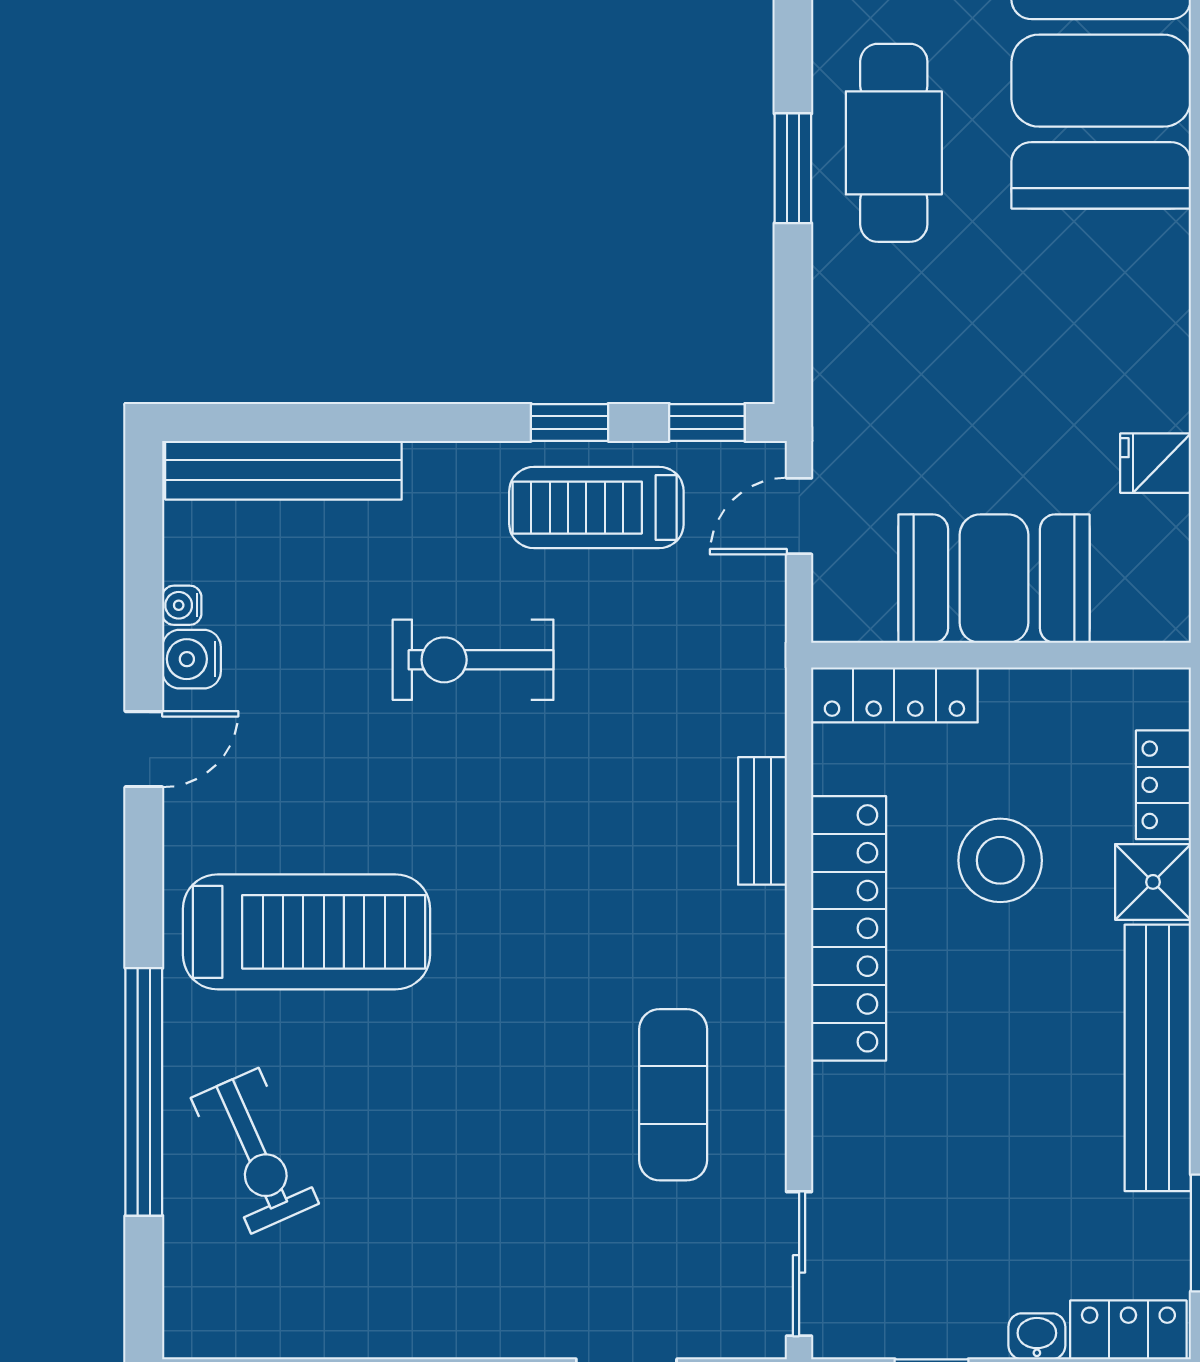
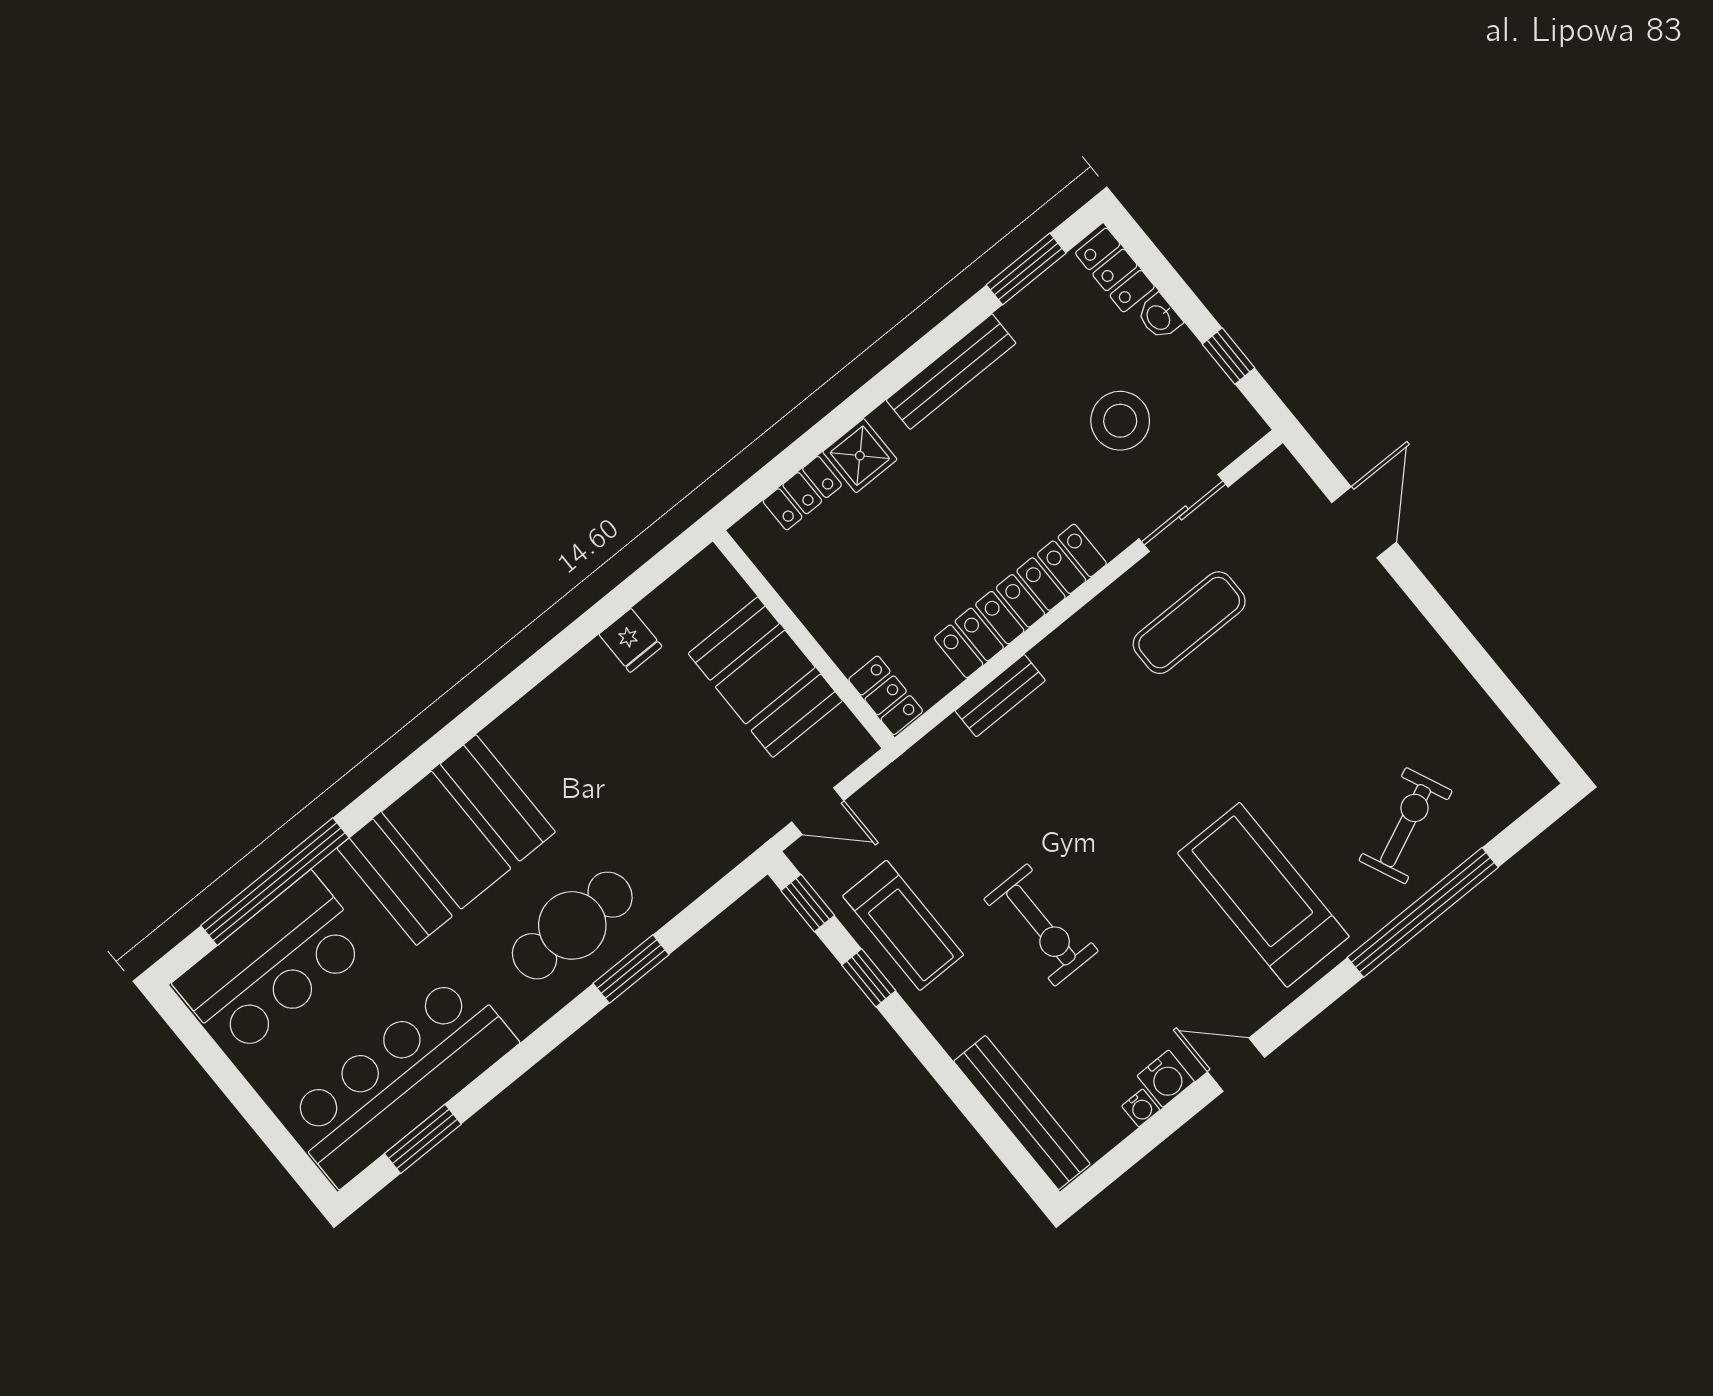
locker: (894, 695) -> (886, 695), width x0.66
stool: (1000, 860) -> (1120, 421), moved
bench: (1158, 1058) -> (951, 372), width x0.73, depth x0.82
sliding door: (799, 1264) -> (1184, 513), moved

